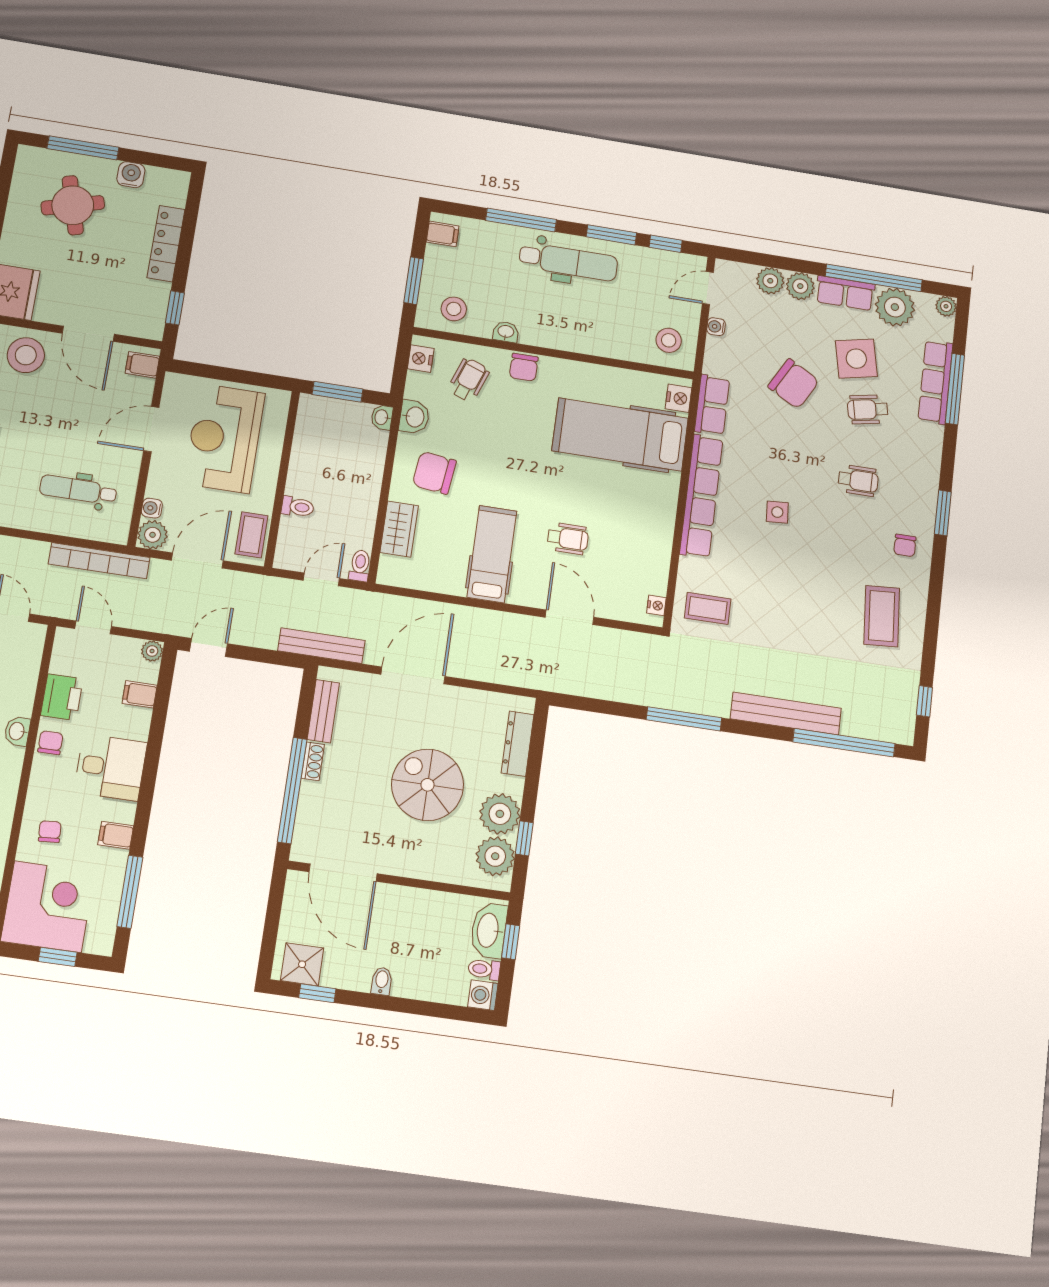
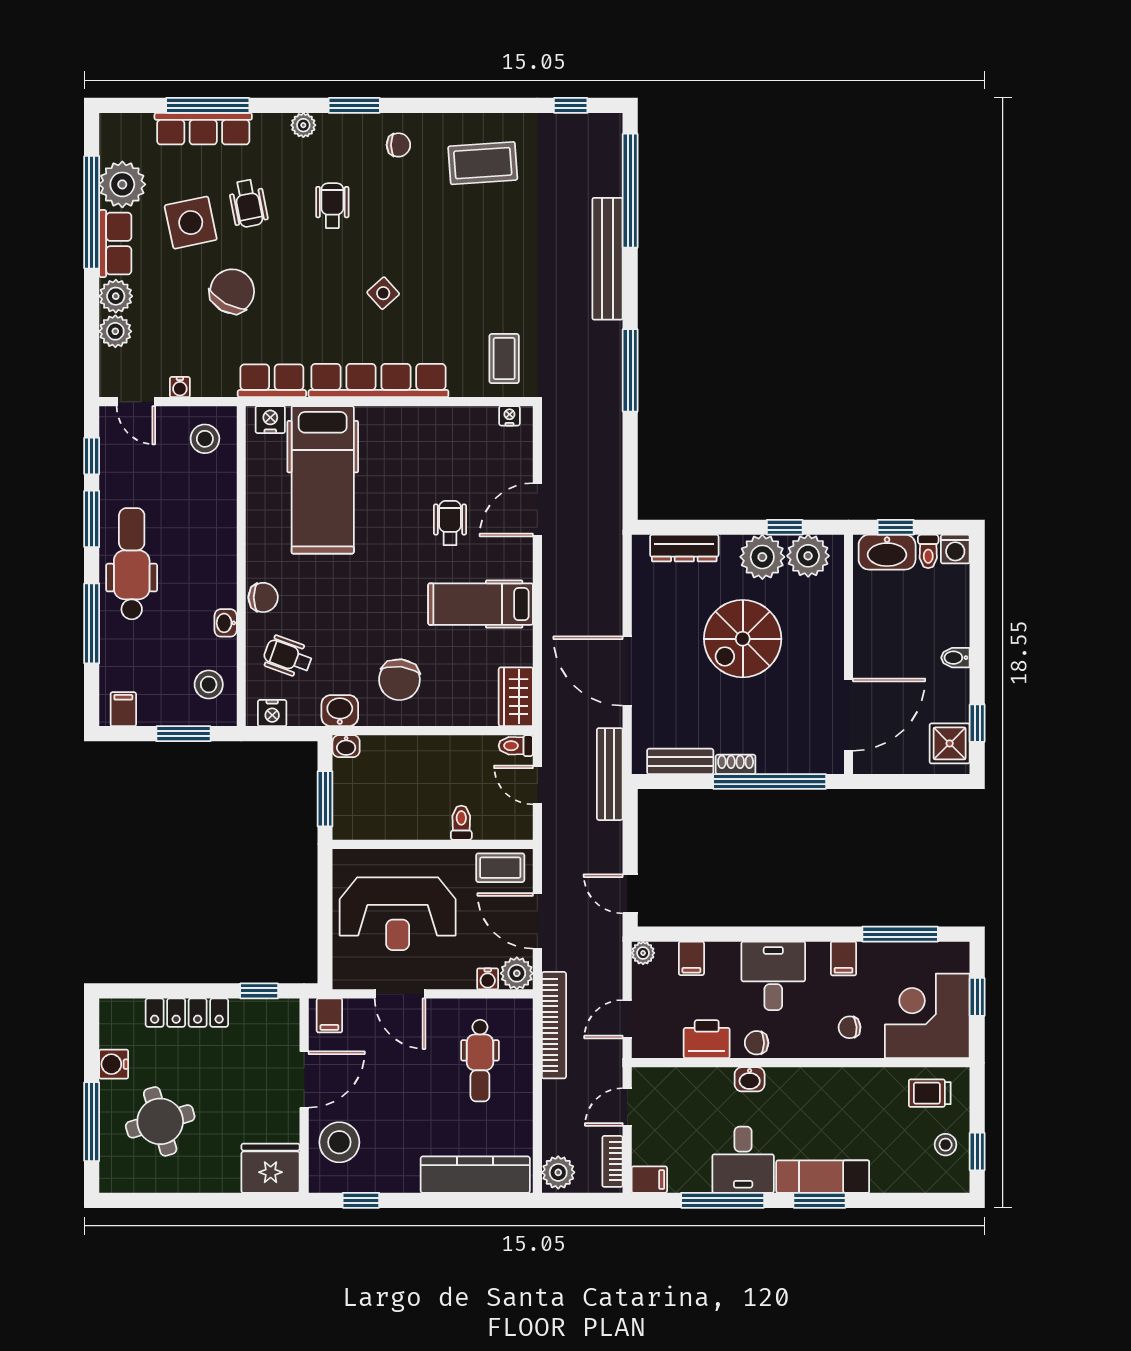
plant: (946, 306) -> (303, 125), moved
side table: (777, 512) -> (383, 293), turned -38
wardrobe: (399, 529) -> (516, 697), moved, turned -90

